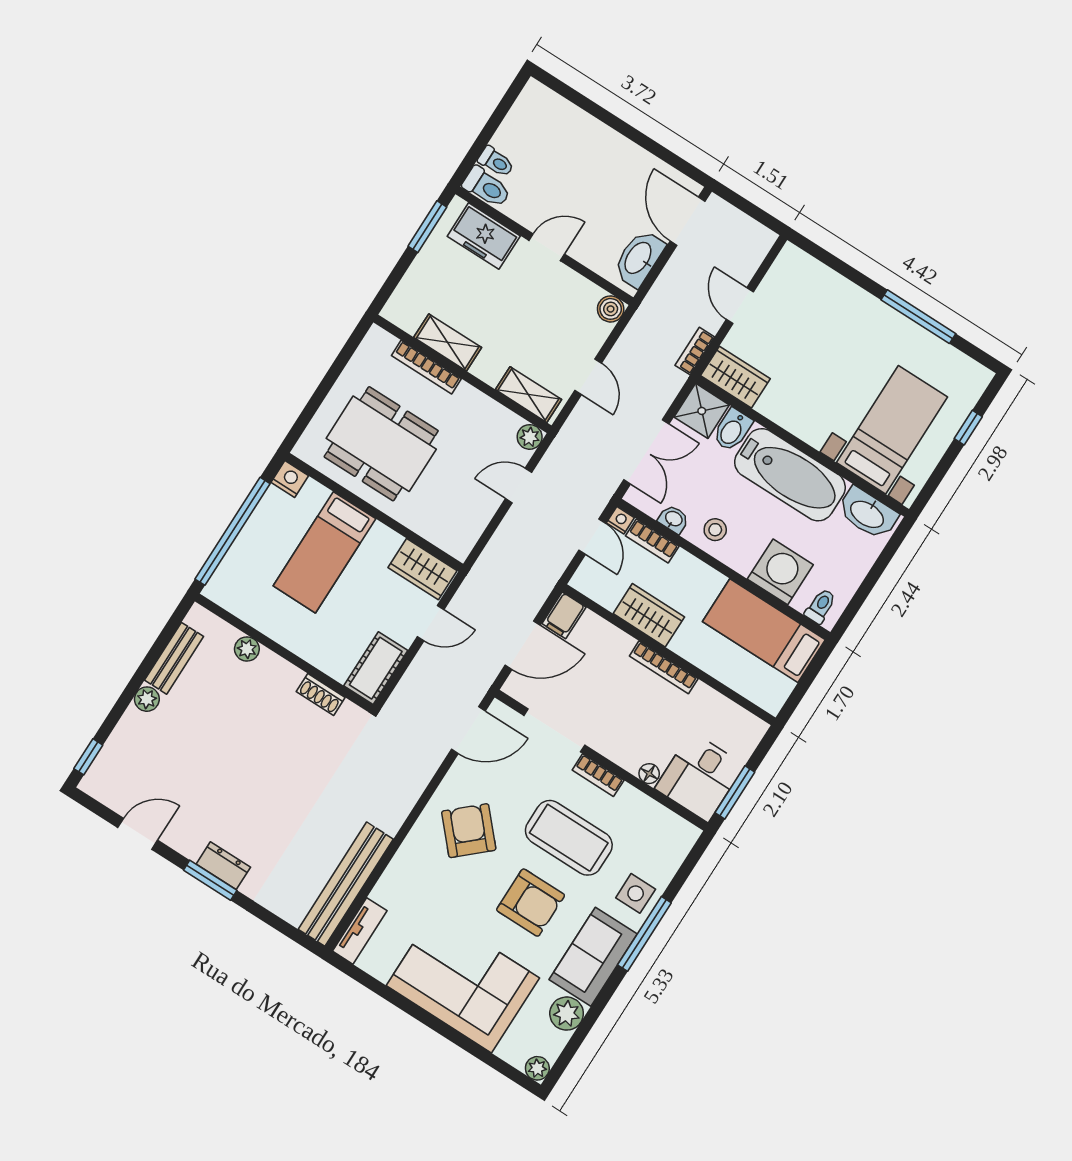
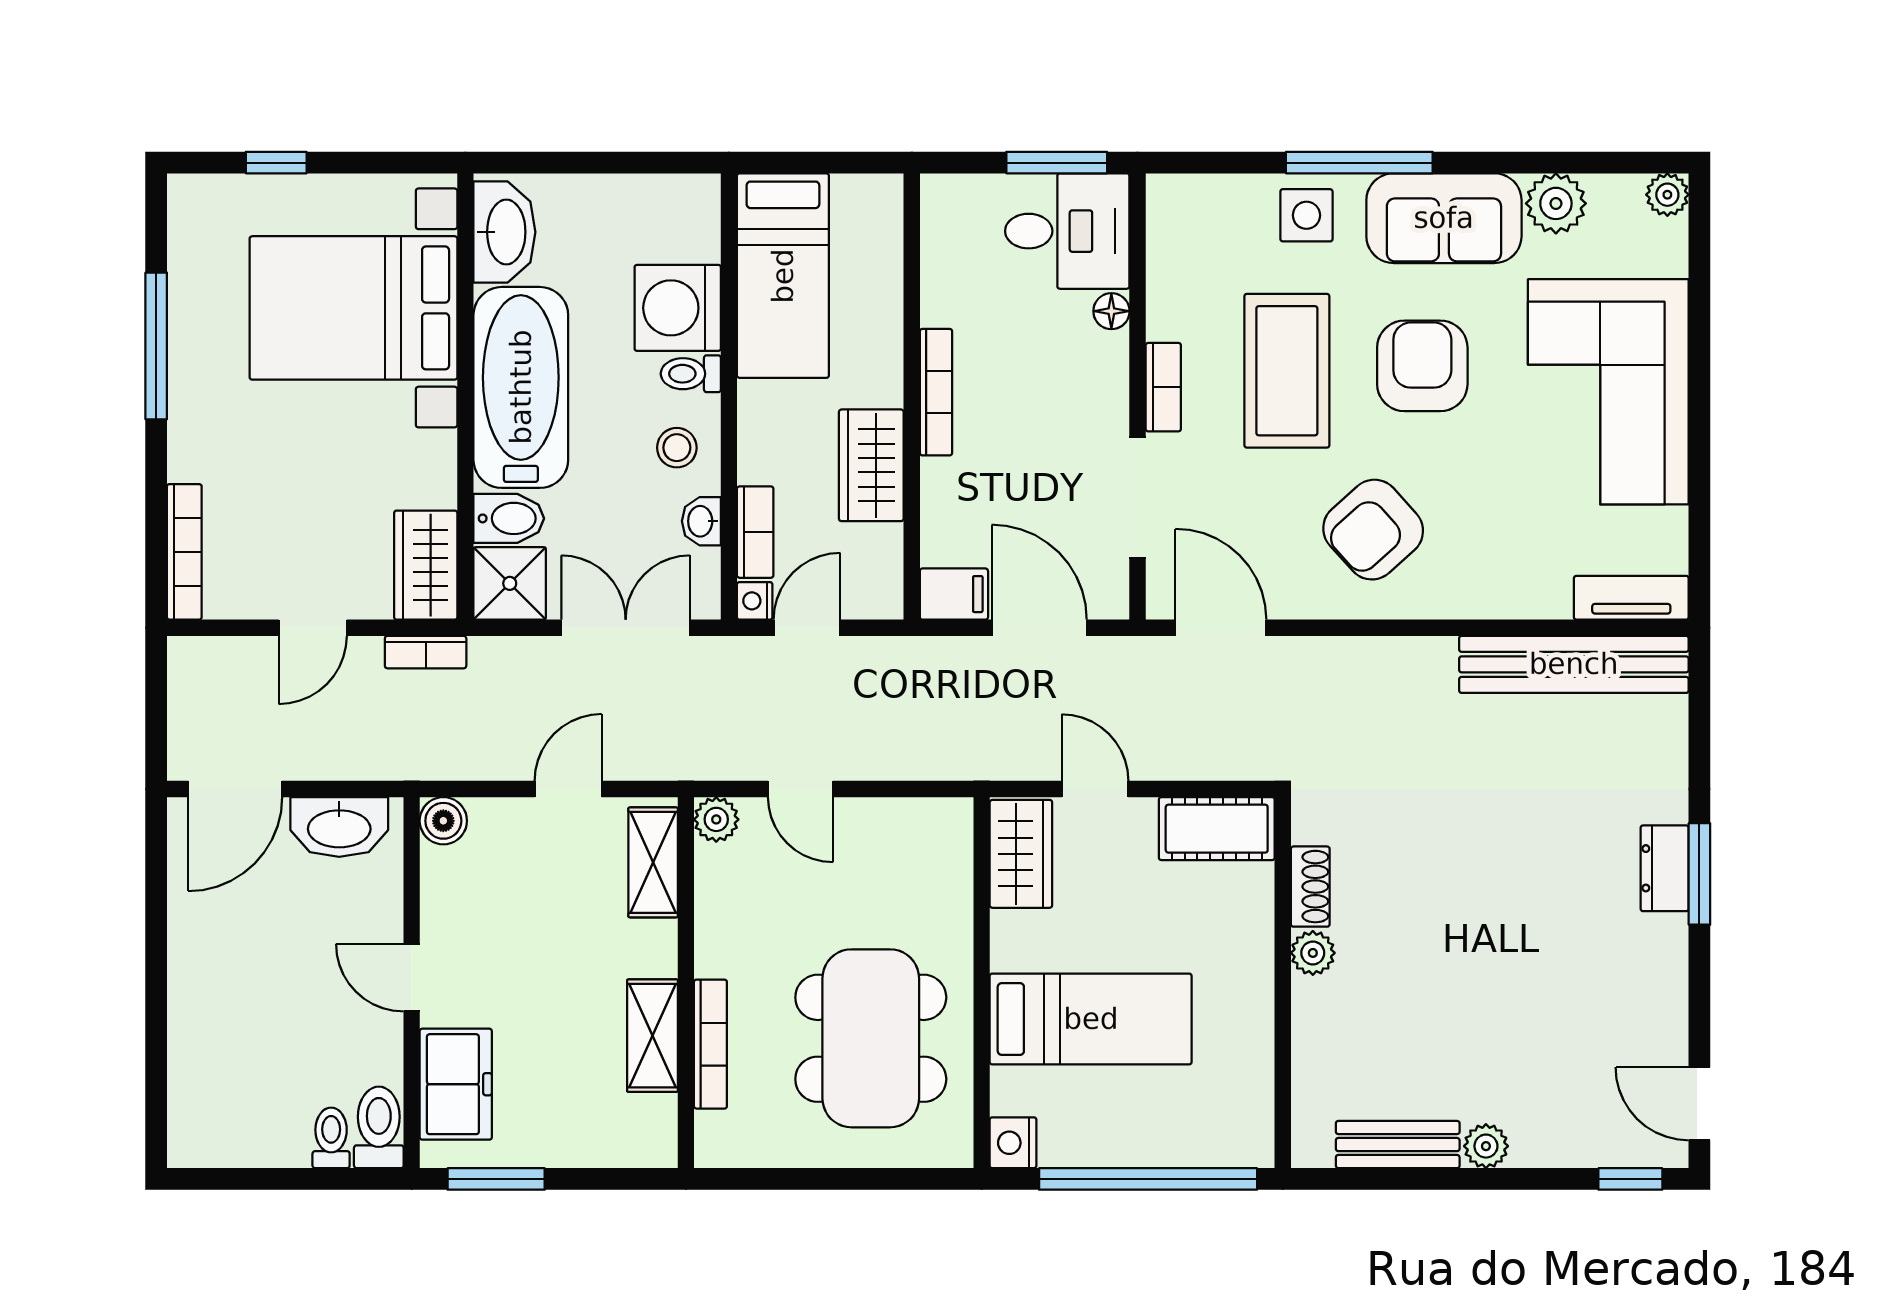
bookcase: (814, 268) -> (184, 552), added
bed with nightstands: (892, 430) -> (353, 308), width x1.36
toilet: (820, 606) -> (691, 374), moved
plant: (247, 649) -> (1313, 953), moved
door: (138, 834) -> (1699, 1104), moved

